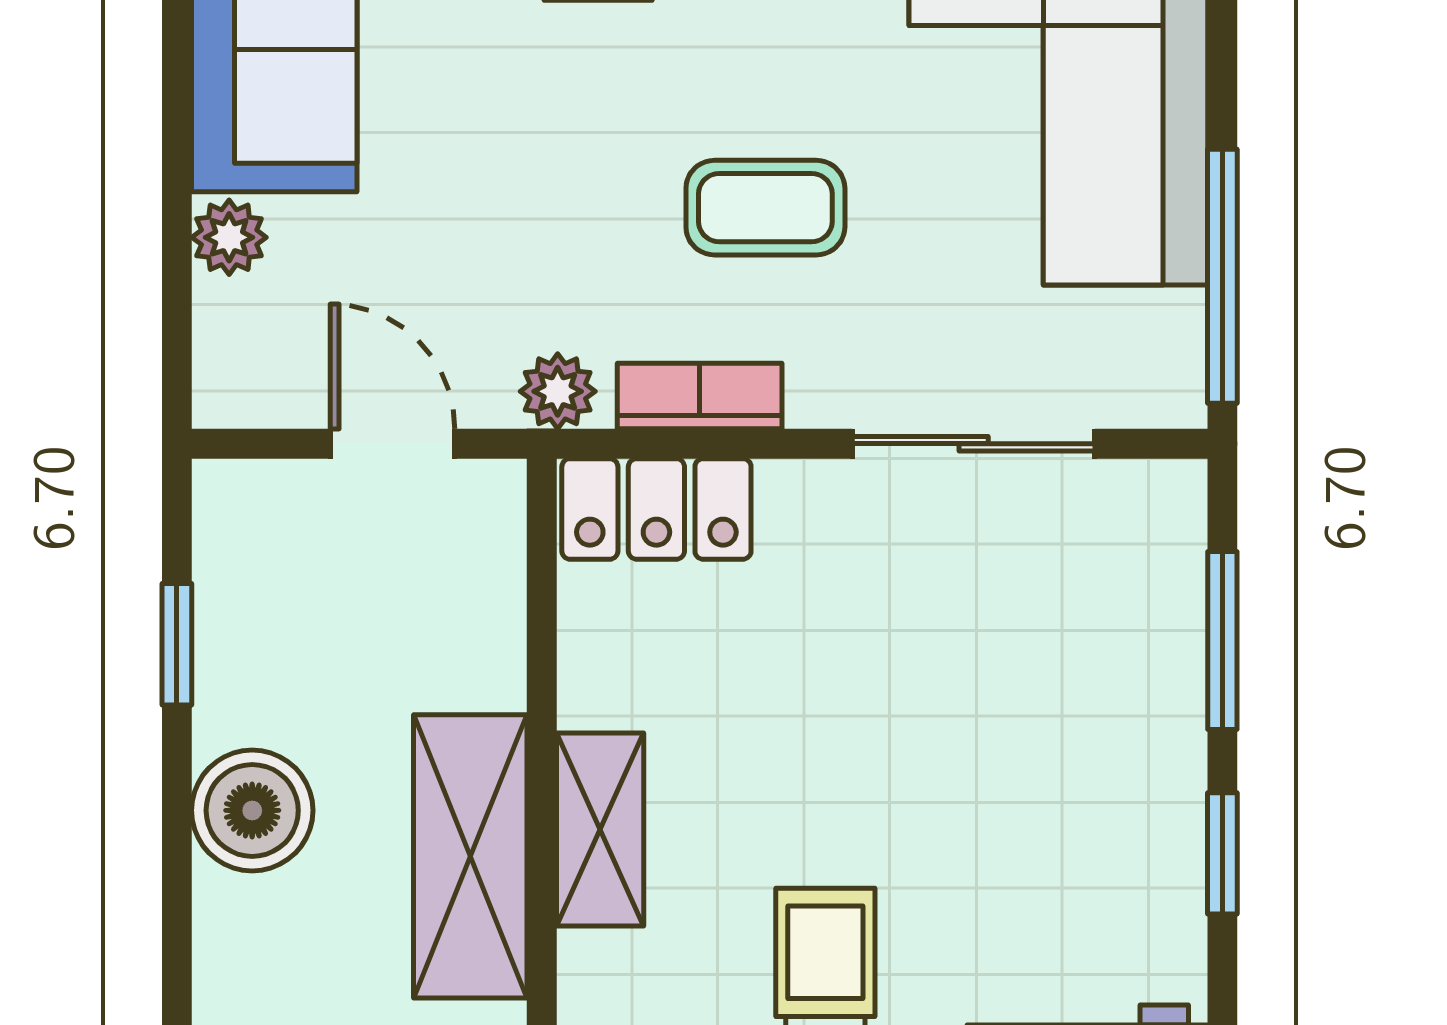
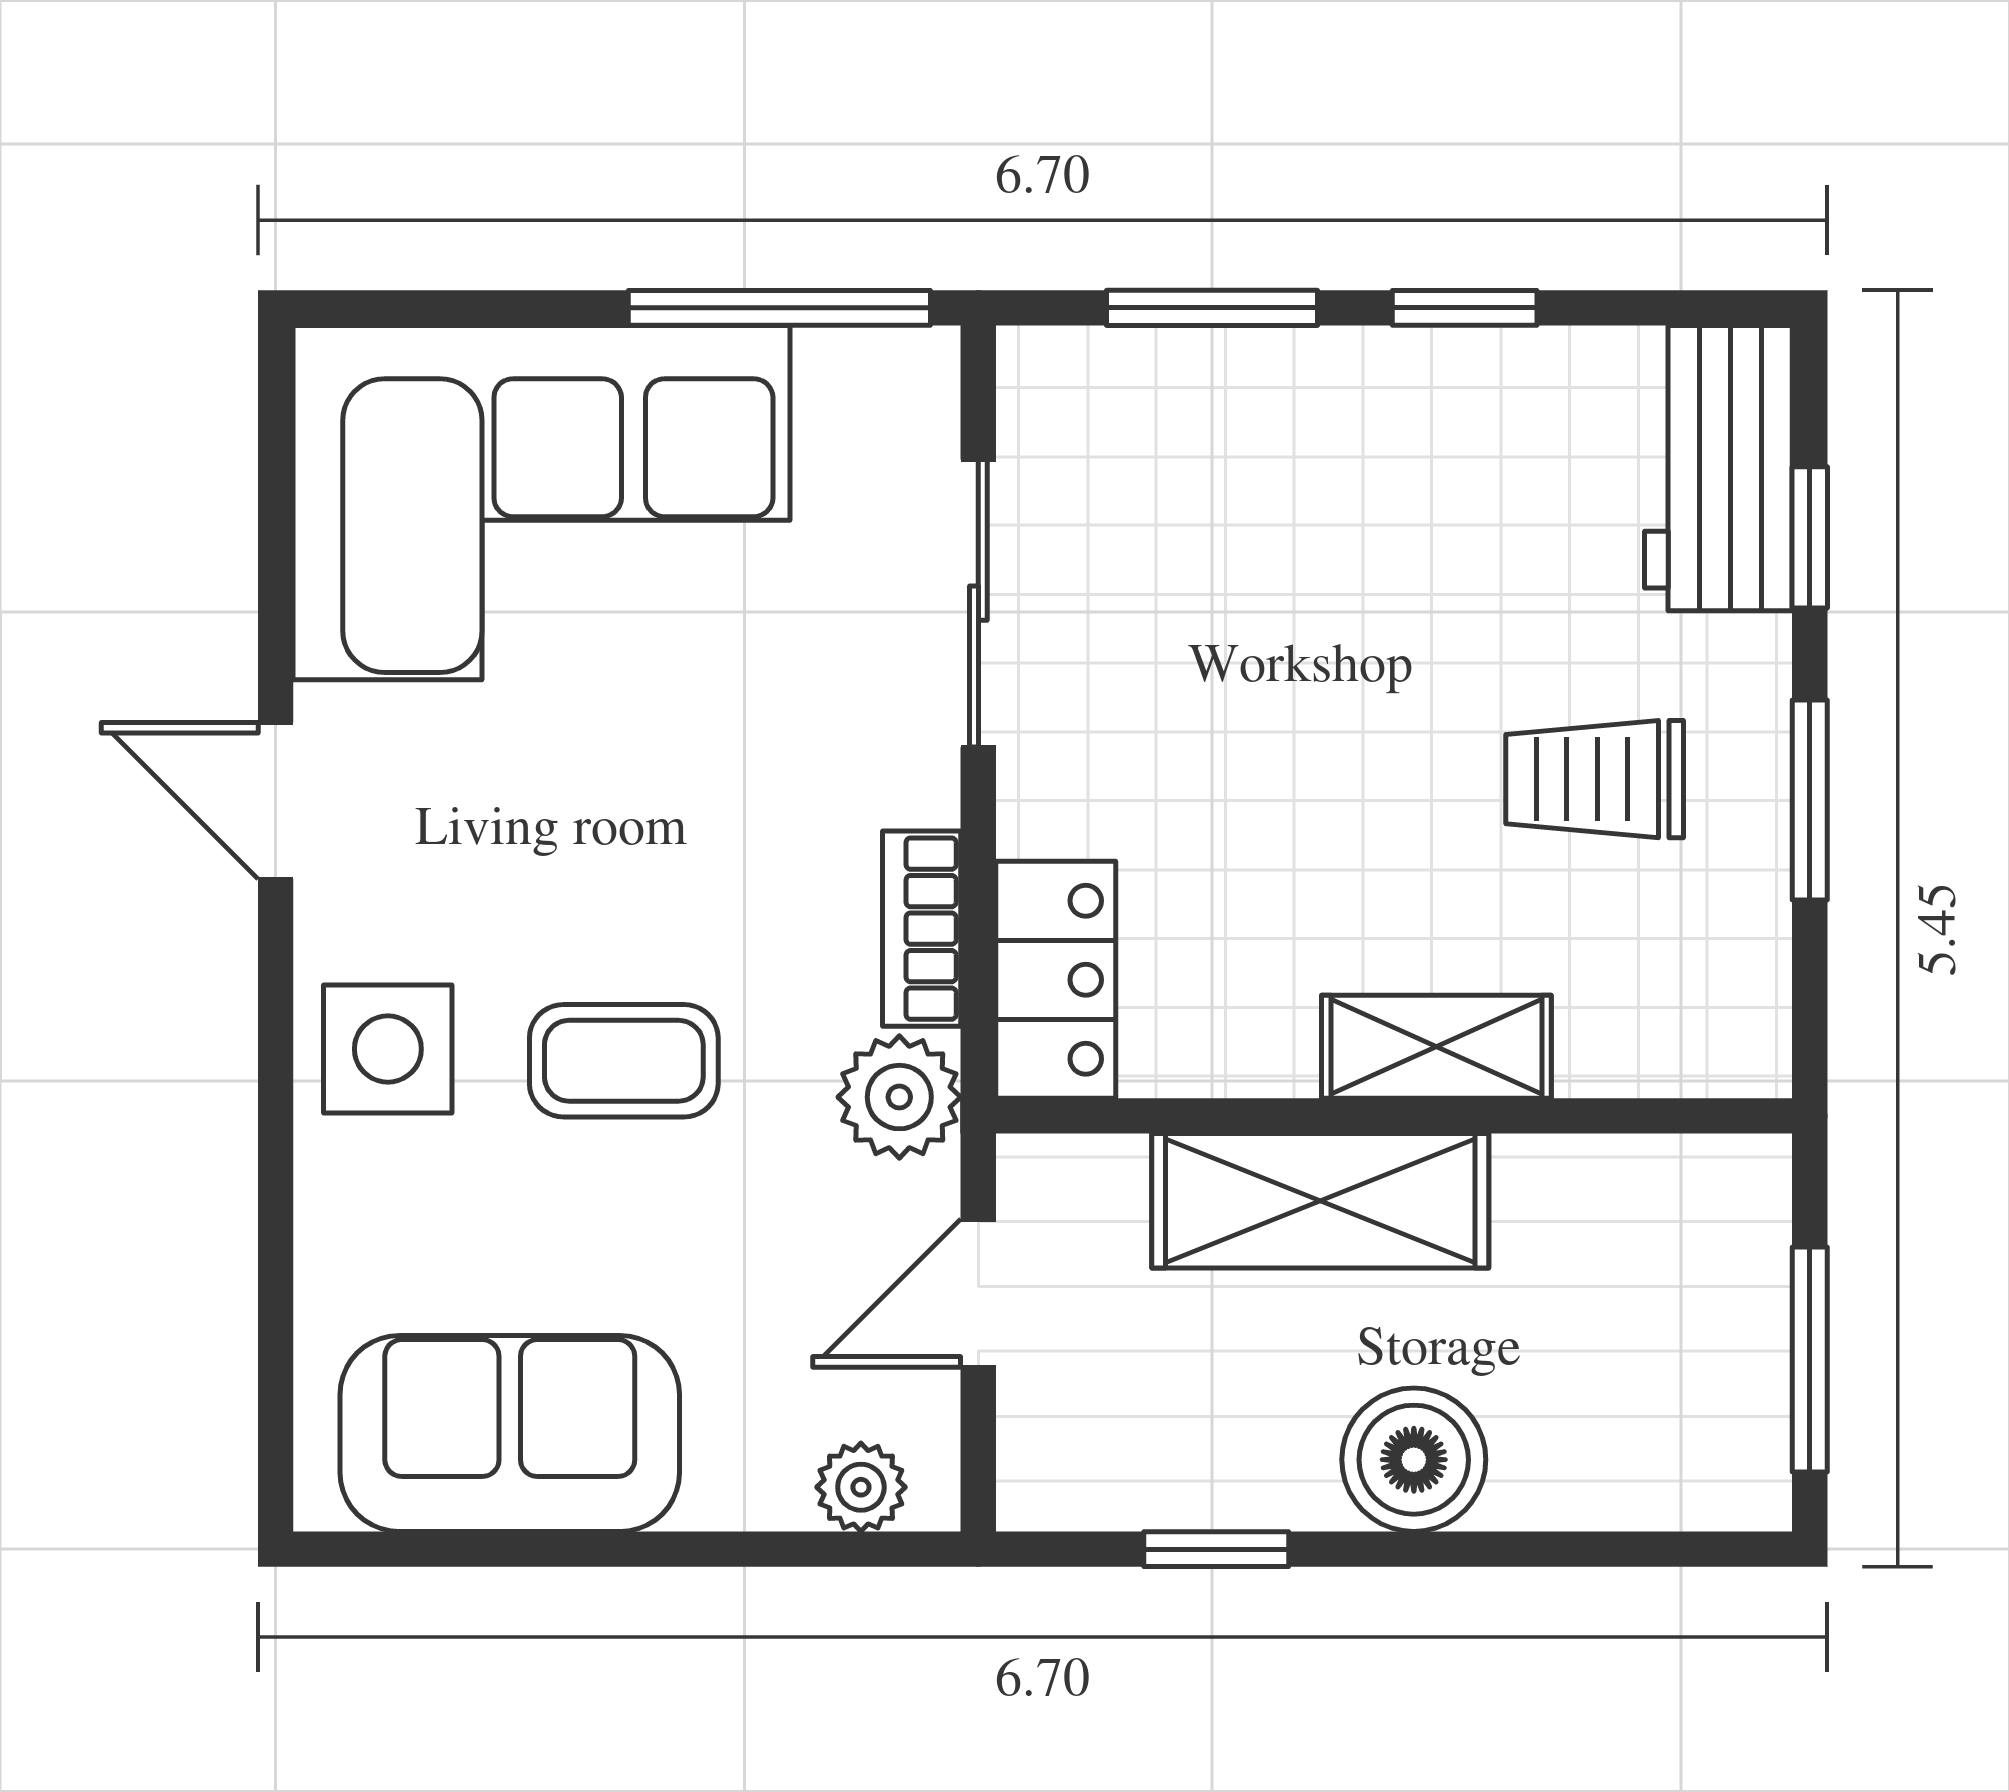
coffee table: (765, 208) -> (624, 1061), moved, turned 90
plant: (229, 237) -> (861, 1487), moved
plant: (558, 391) -> (899, 1097), width x1.38, depth x1.38
shelving: (470, 856) -> (1320, 1201), moved

